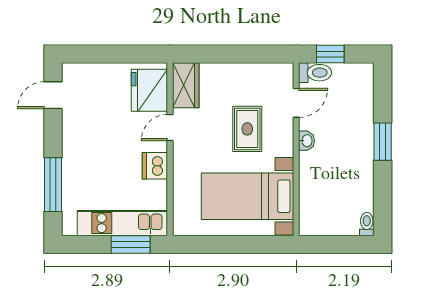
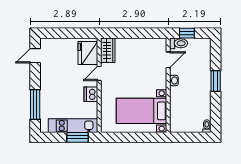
rug: (247, 129) -> (141, 74), removed

